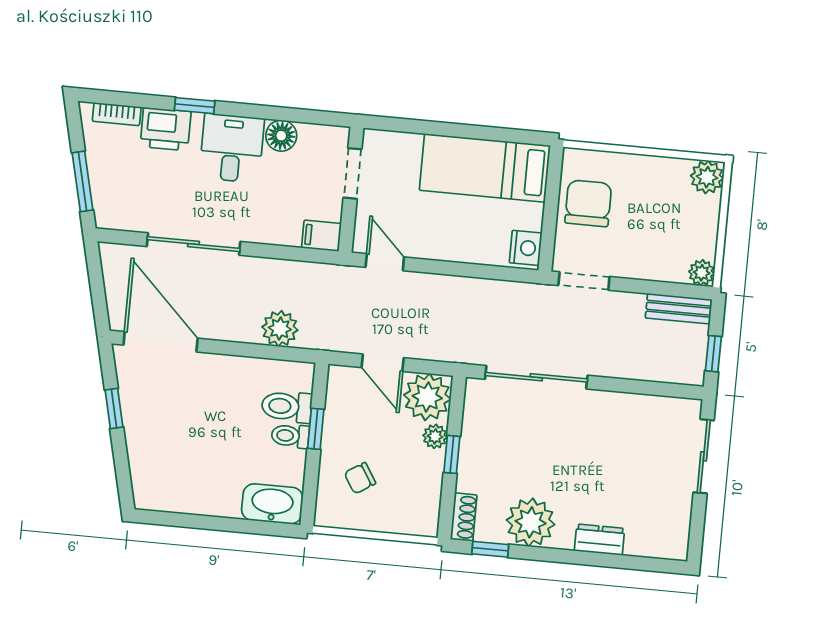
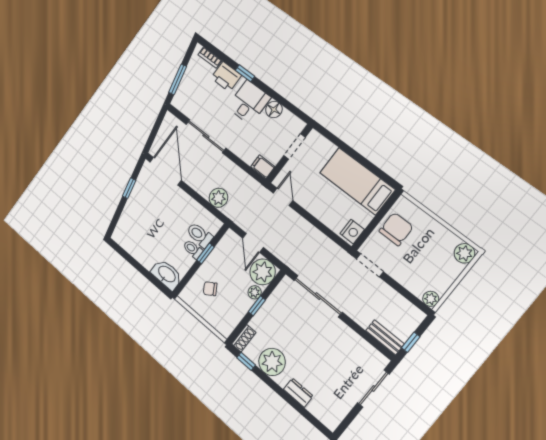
bench: (679, 309) -> (385, 337), moved

